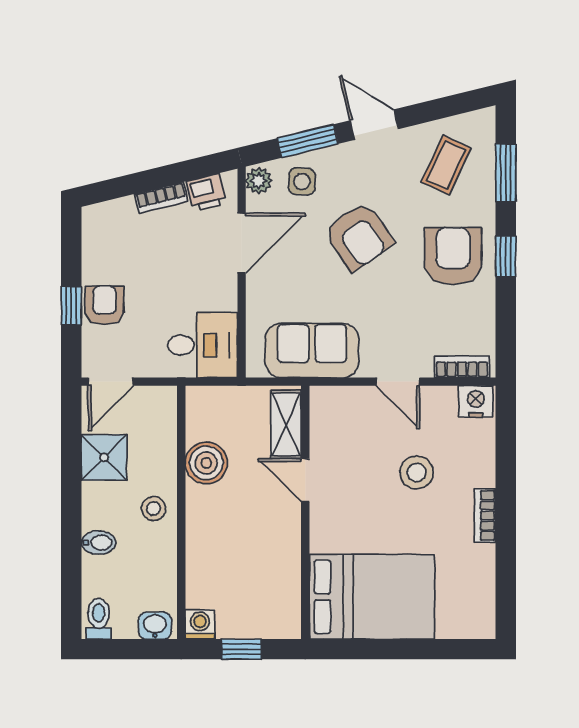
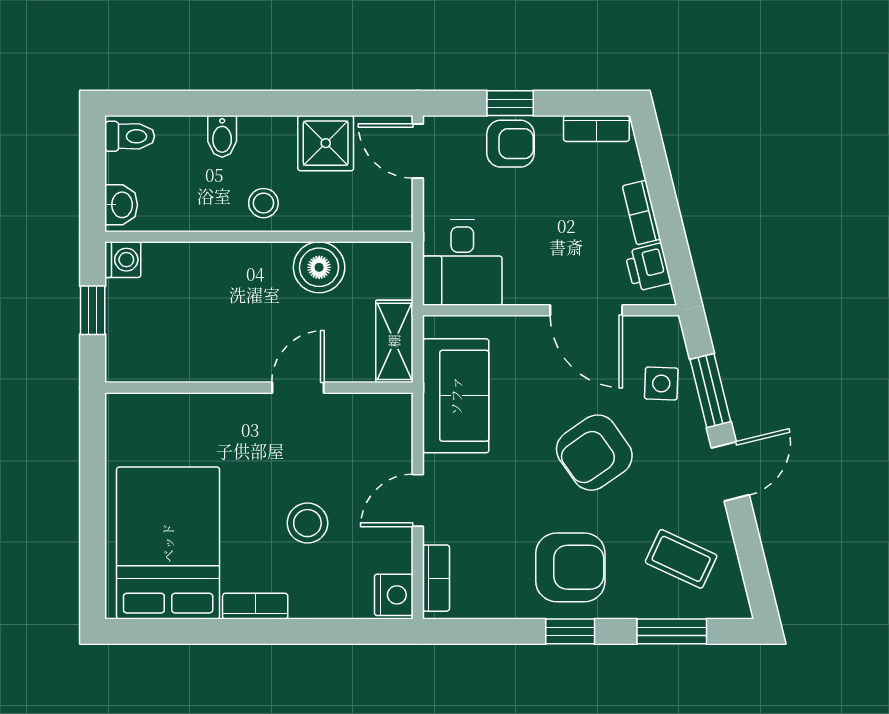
plant: (259, 181) -> (662, 331), removed
bookcase: (92, 235) -> (596, 128), added
shelving: (286, 424) -> (394, 341), moved, turned 90
bed: (372, 597) -> (168, 543), moved, turned 180

